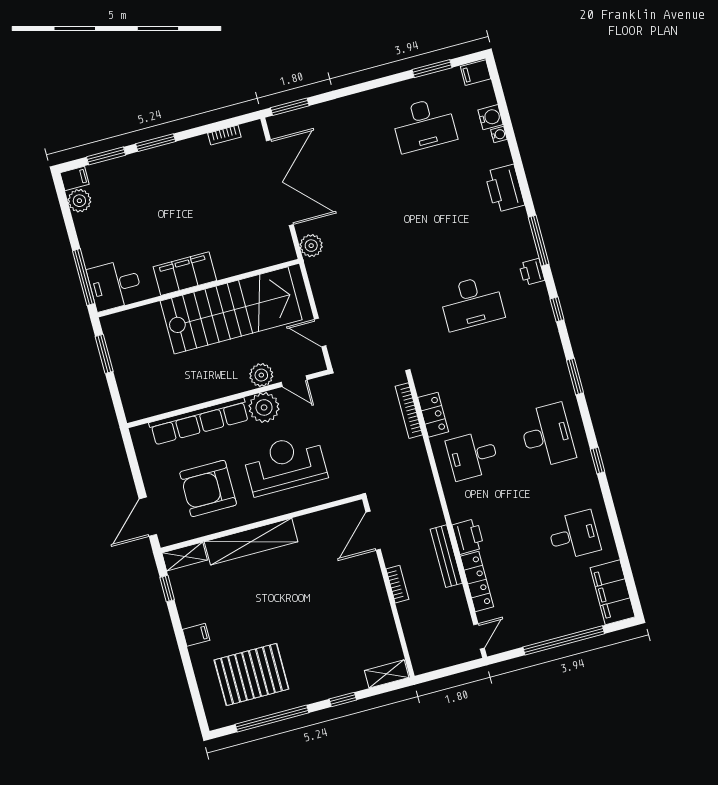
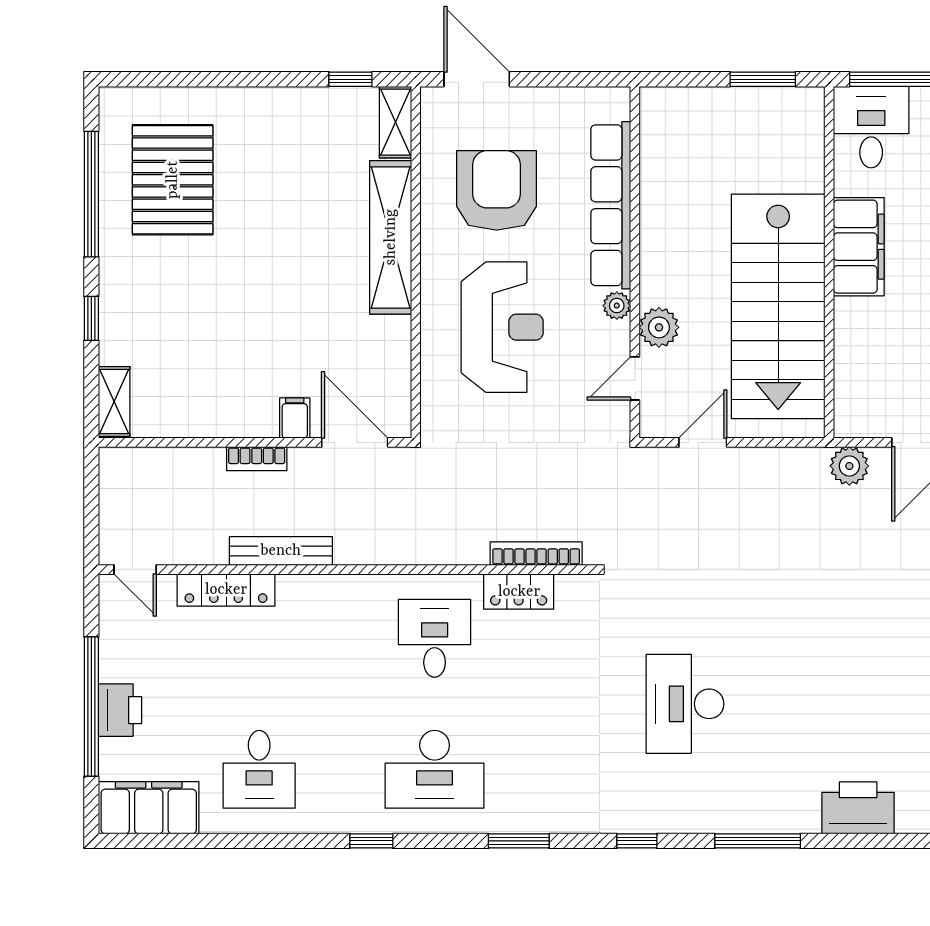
printer: (532, 272) -> (709, 816), removed
plant: (264, 407) -> (617, 306), width x0.53, depth x0.53
printer: (468, 536) -> (120, 710), moved, turned -90
filing cabinet: (196, 635) -> (295, 418), moved, turned 180

